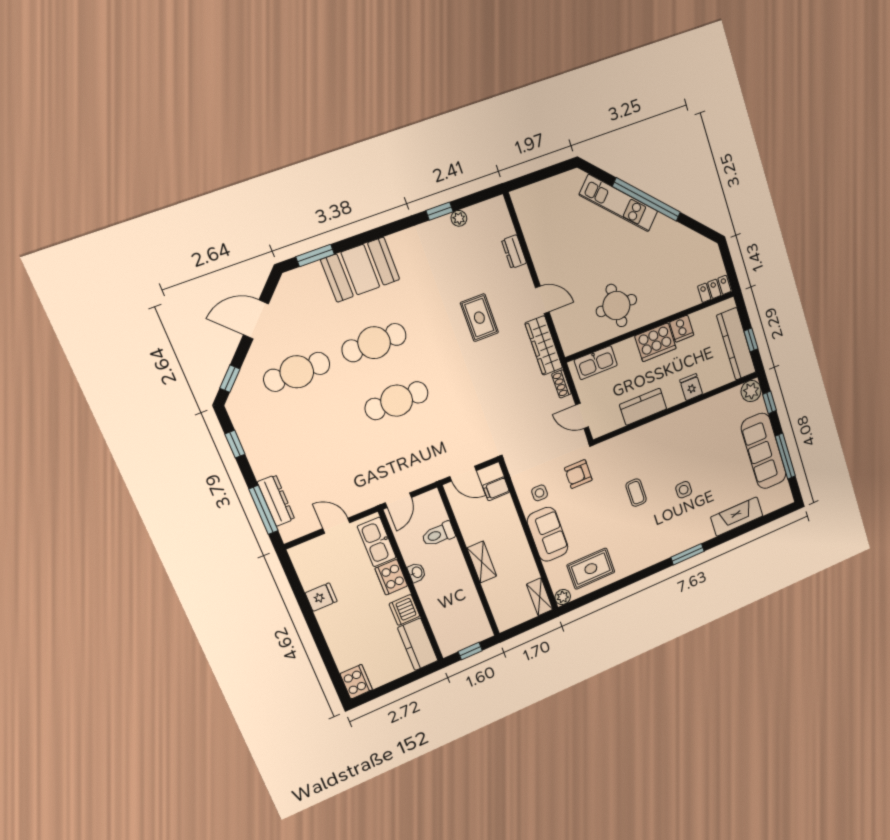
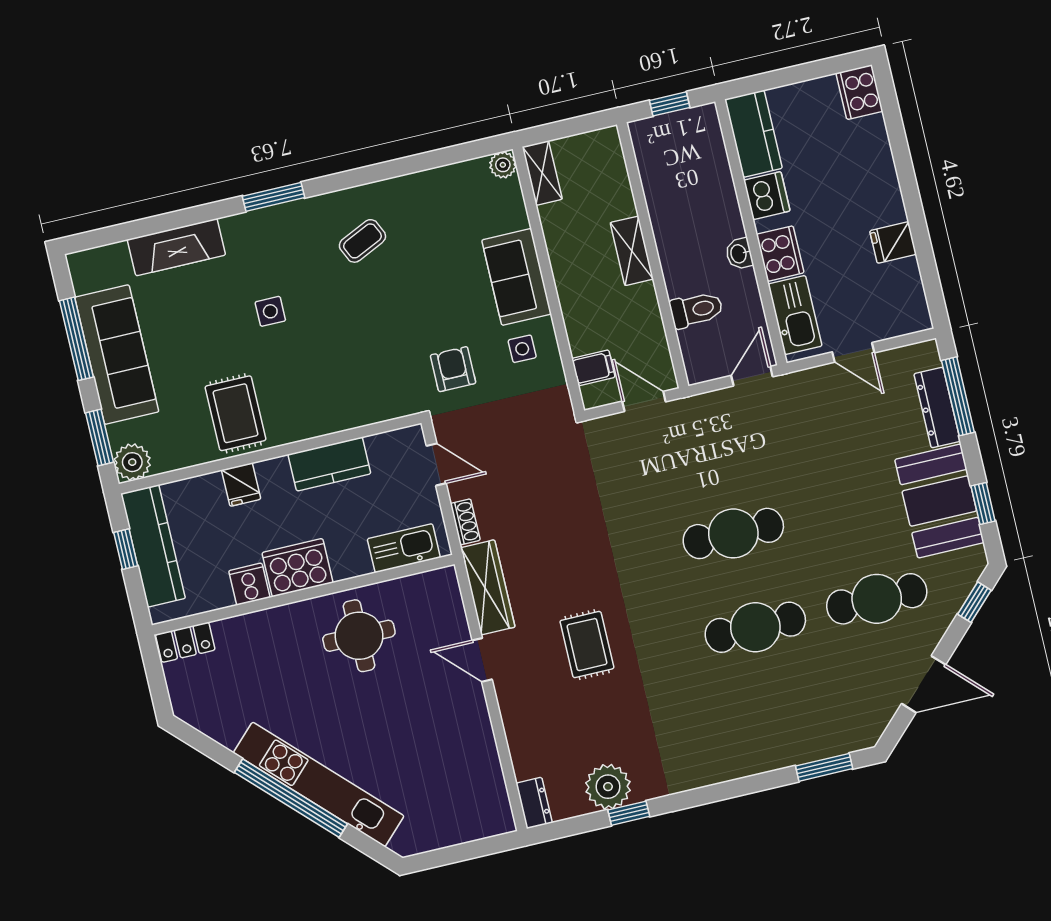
kitchen unit: (619, 203) -> (319, 784), width x1.36
plant: (459, 218) -> (608, 787), width x1.88, depth x1.88
dresser: (514, 252) -> (534, 803), moved
booth: (360, 270) -> (939, 501), moved, turned 90
window: (769, 402) -> (100, 437), width x1.50
armchair: (578, 474) -> (453, 369), turned -90
coffee table: (636, 493) -> (362, 241), moved, turned 65
rug: (591, 569) -> (236, 413), moved, turned 90

